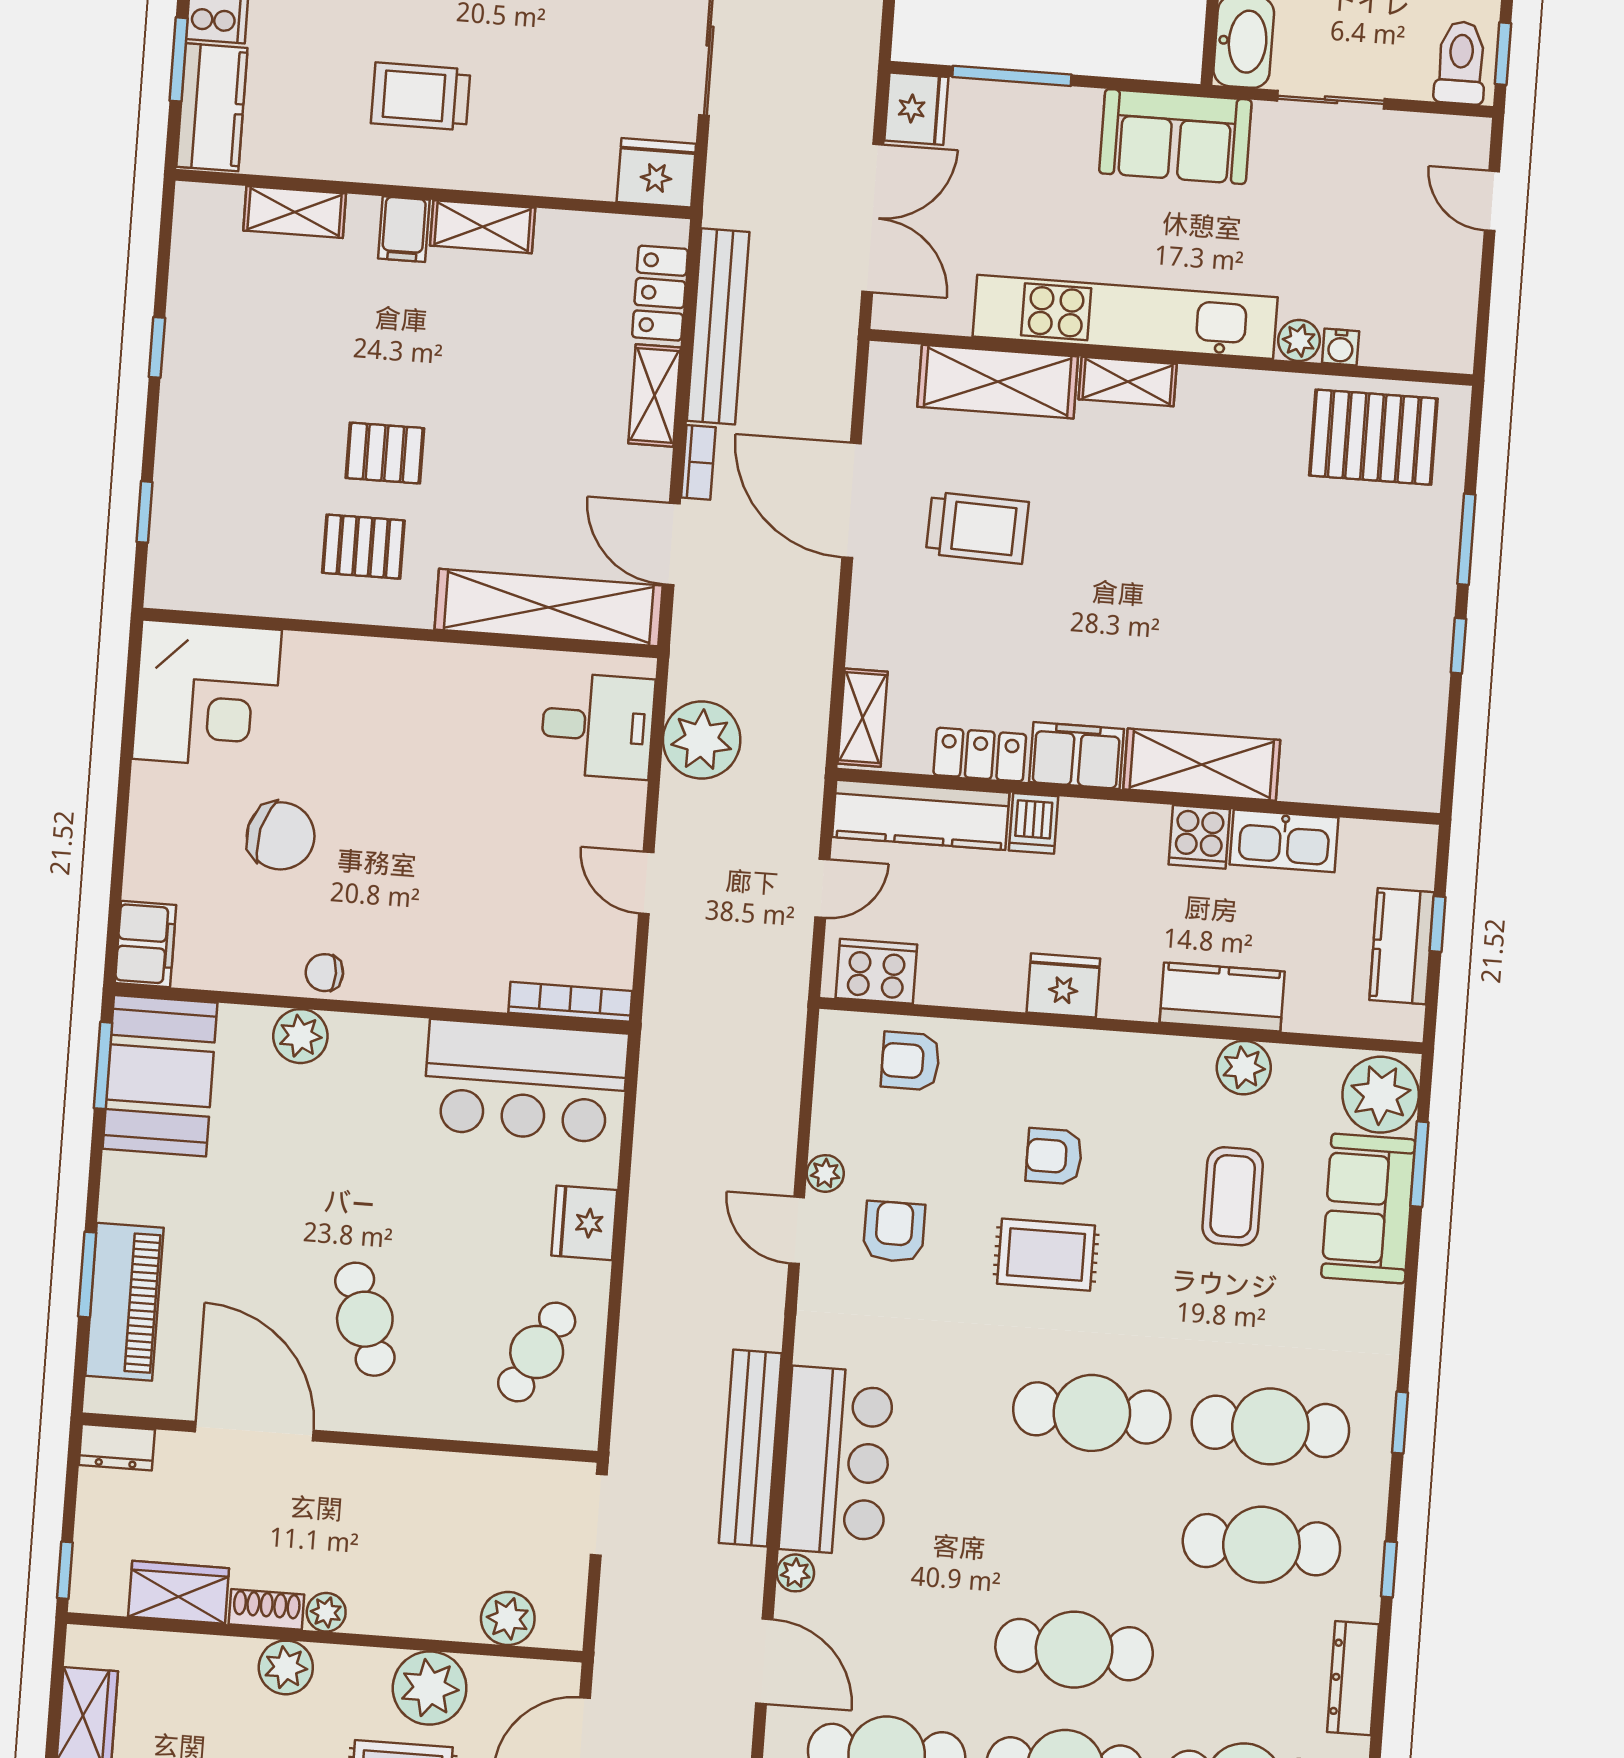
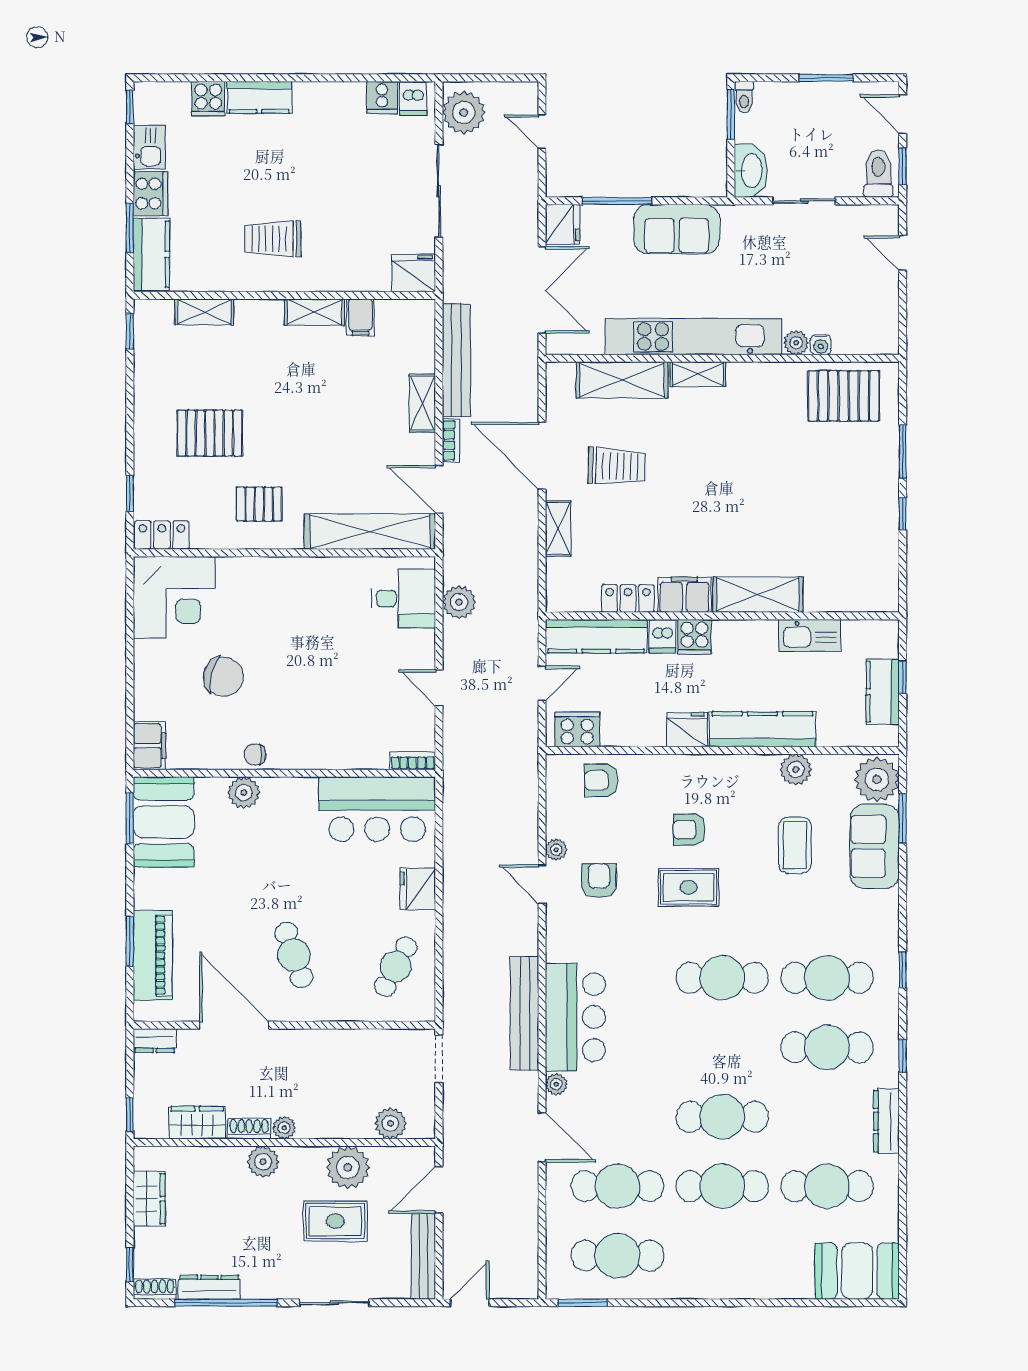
sofa: (1175, 137) -> (677, 229), moved
filing cabinet: (404, 229) -> (360, 317), moved
locker: (660, 293) -> (162, 535), moved, turned 90
window: (157, 347) -> (130, 331), moved
pallet: (385, 453) -> (210, 433), moved, width x1.50, depth x1.42
shelving: (863, 718) -> (558, 528), moved
plant: (702, 740) -> (459, 602), width x0.73, depth x0.73
cooker: (1199, 837) -> (694, 637), moved
kitchen counter: (1222, 997) -> (762, 729), width x1.50
bookcase: (570, 1002) -> (413, 761), width x0.64

